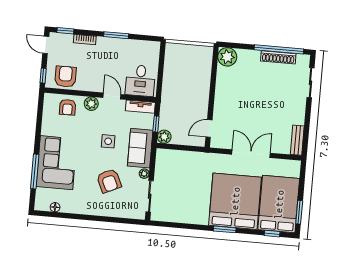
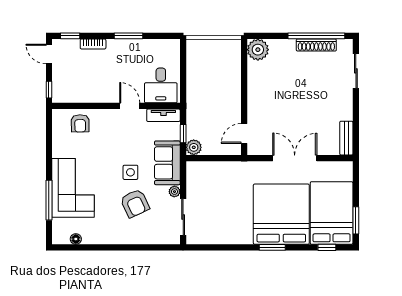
armchair: (65, 77) -> (75, 88), removed
plant: (91, 104) -> (107, 117), removed
side table: (108, 141) -> (130, 172), moved

